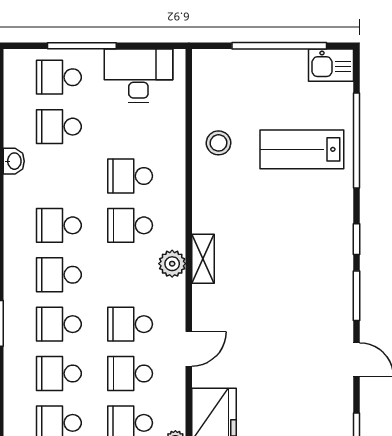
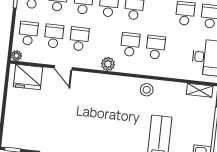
stool: (219, 143) -> (147, 90), moved
shelving: (203, 259) -> (200, 90), moved

